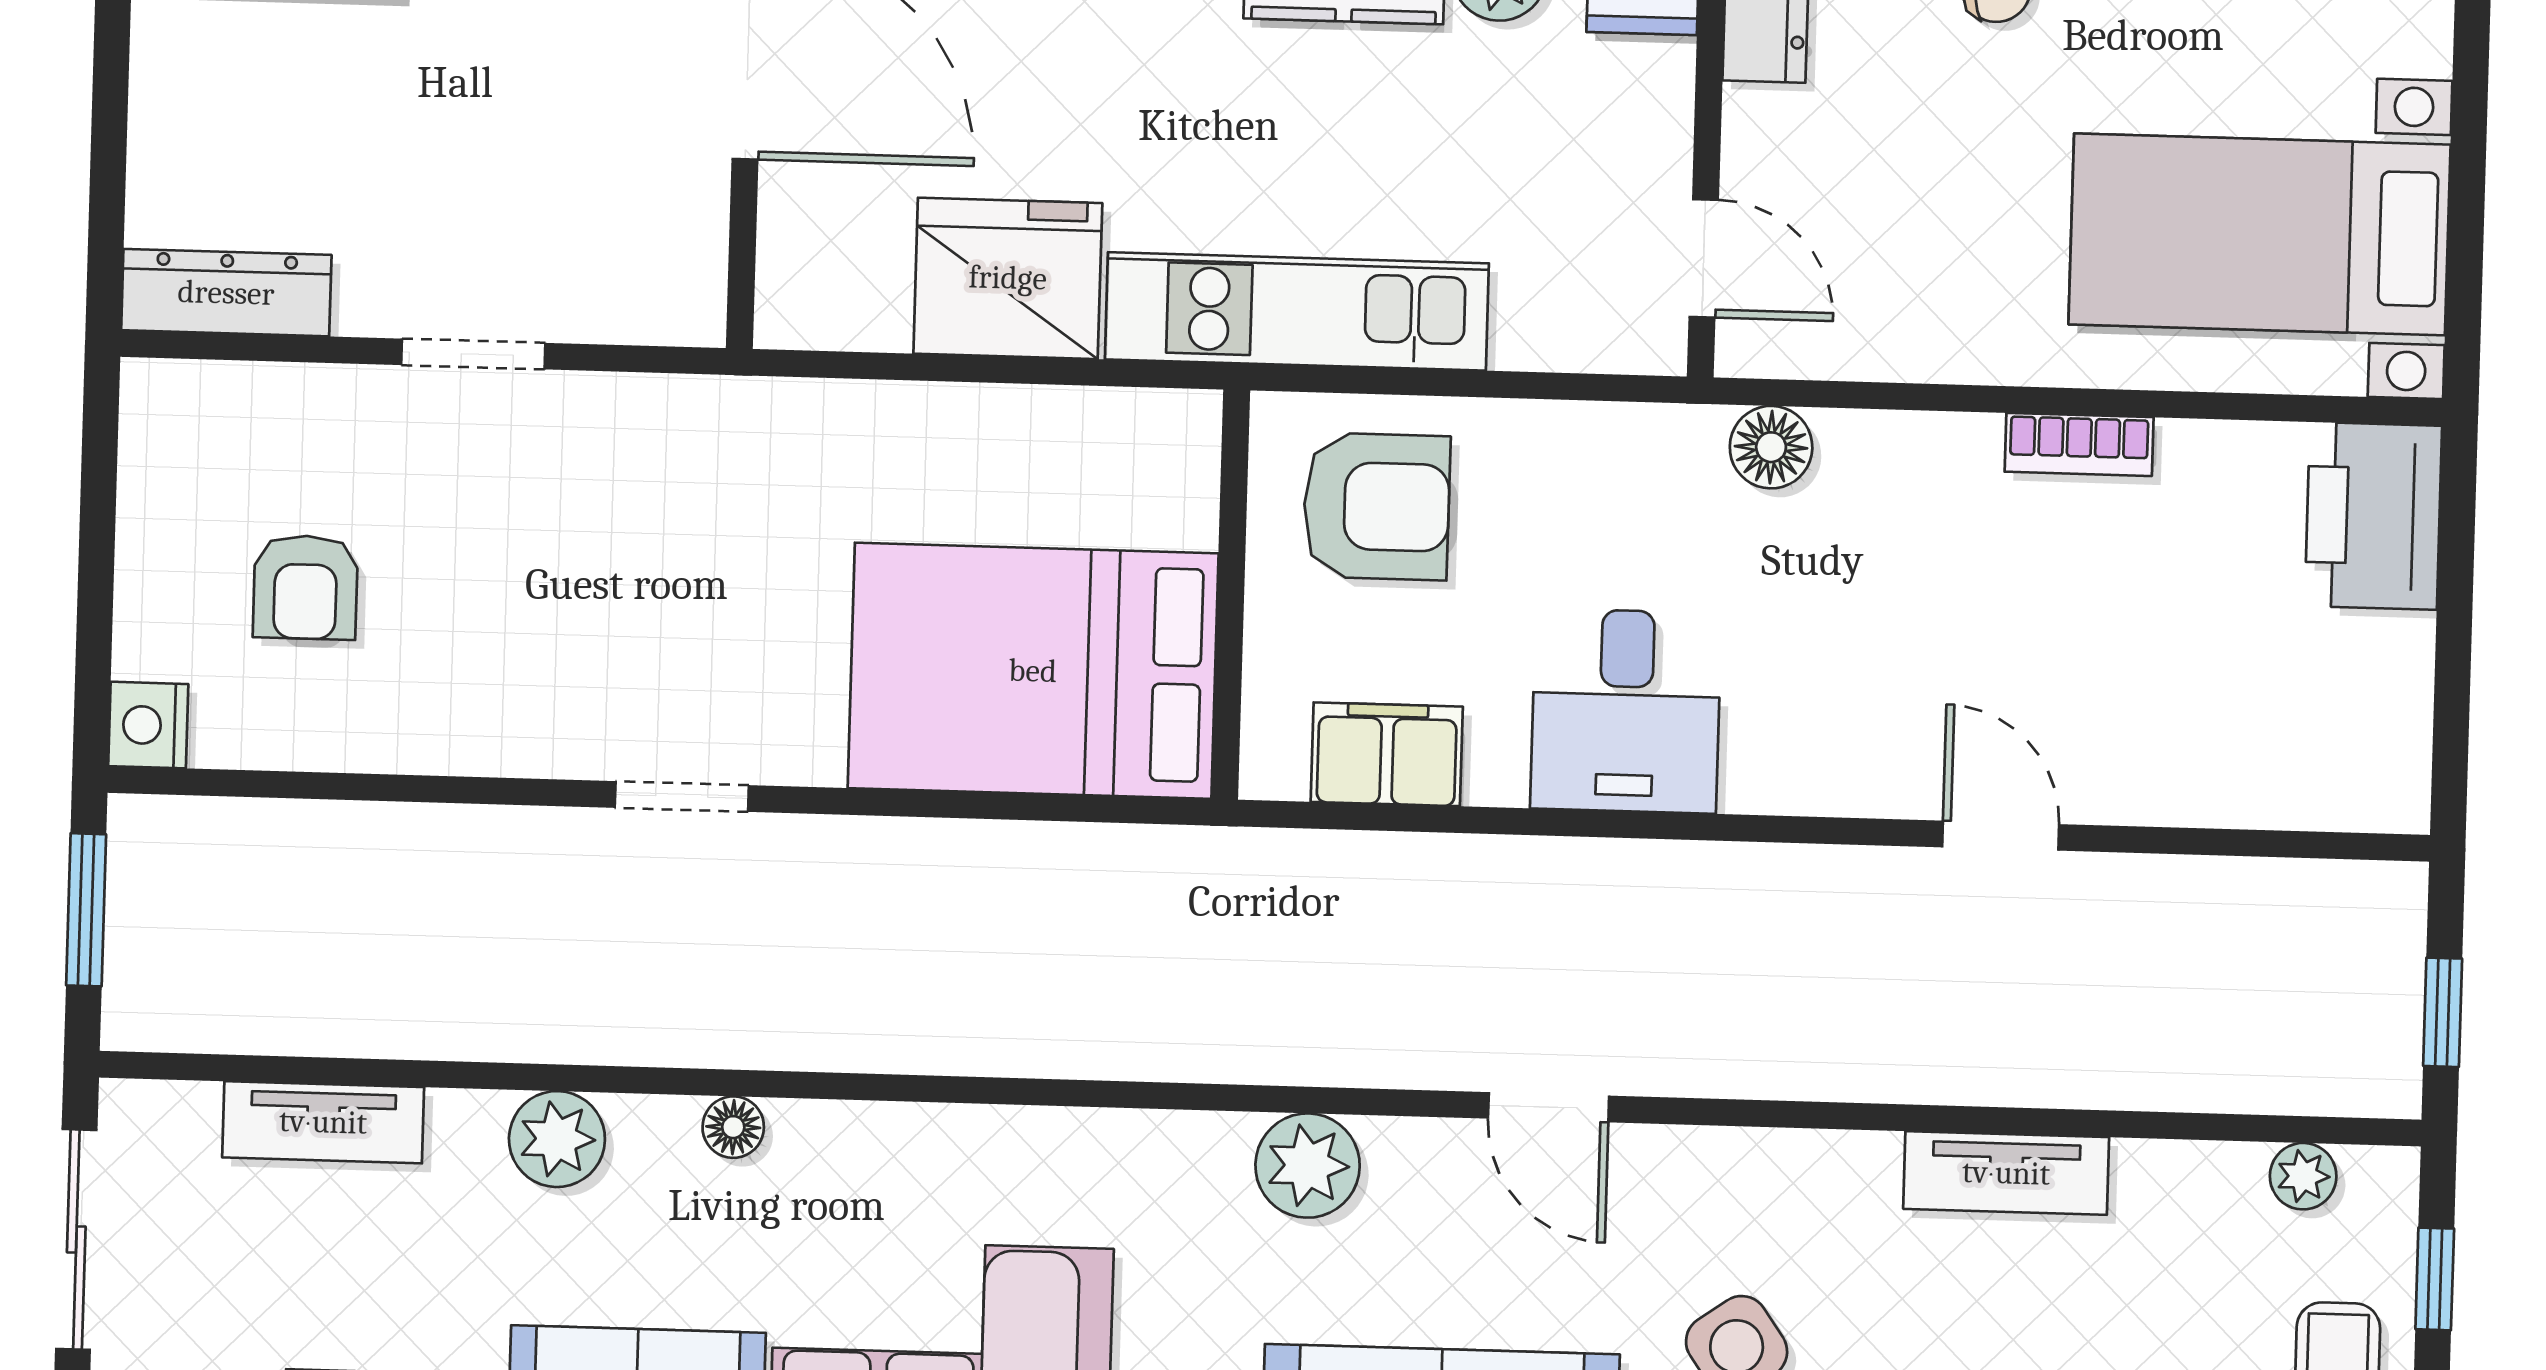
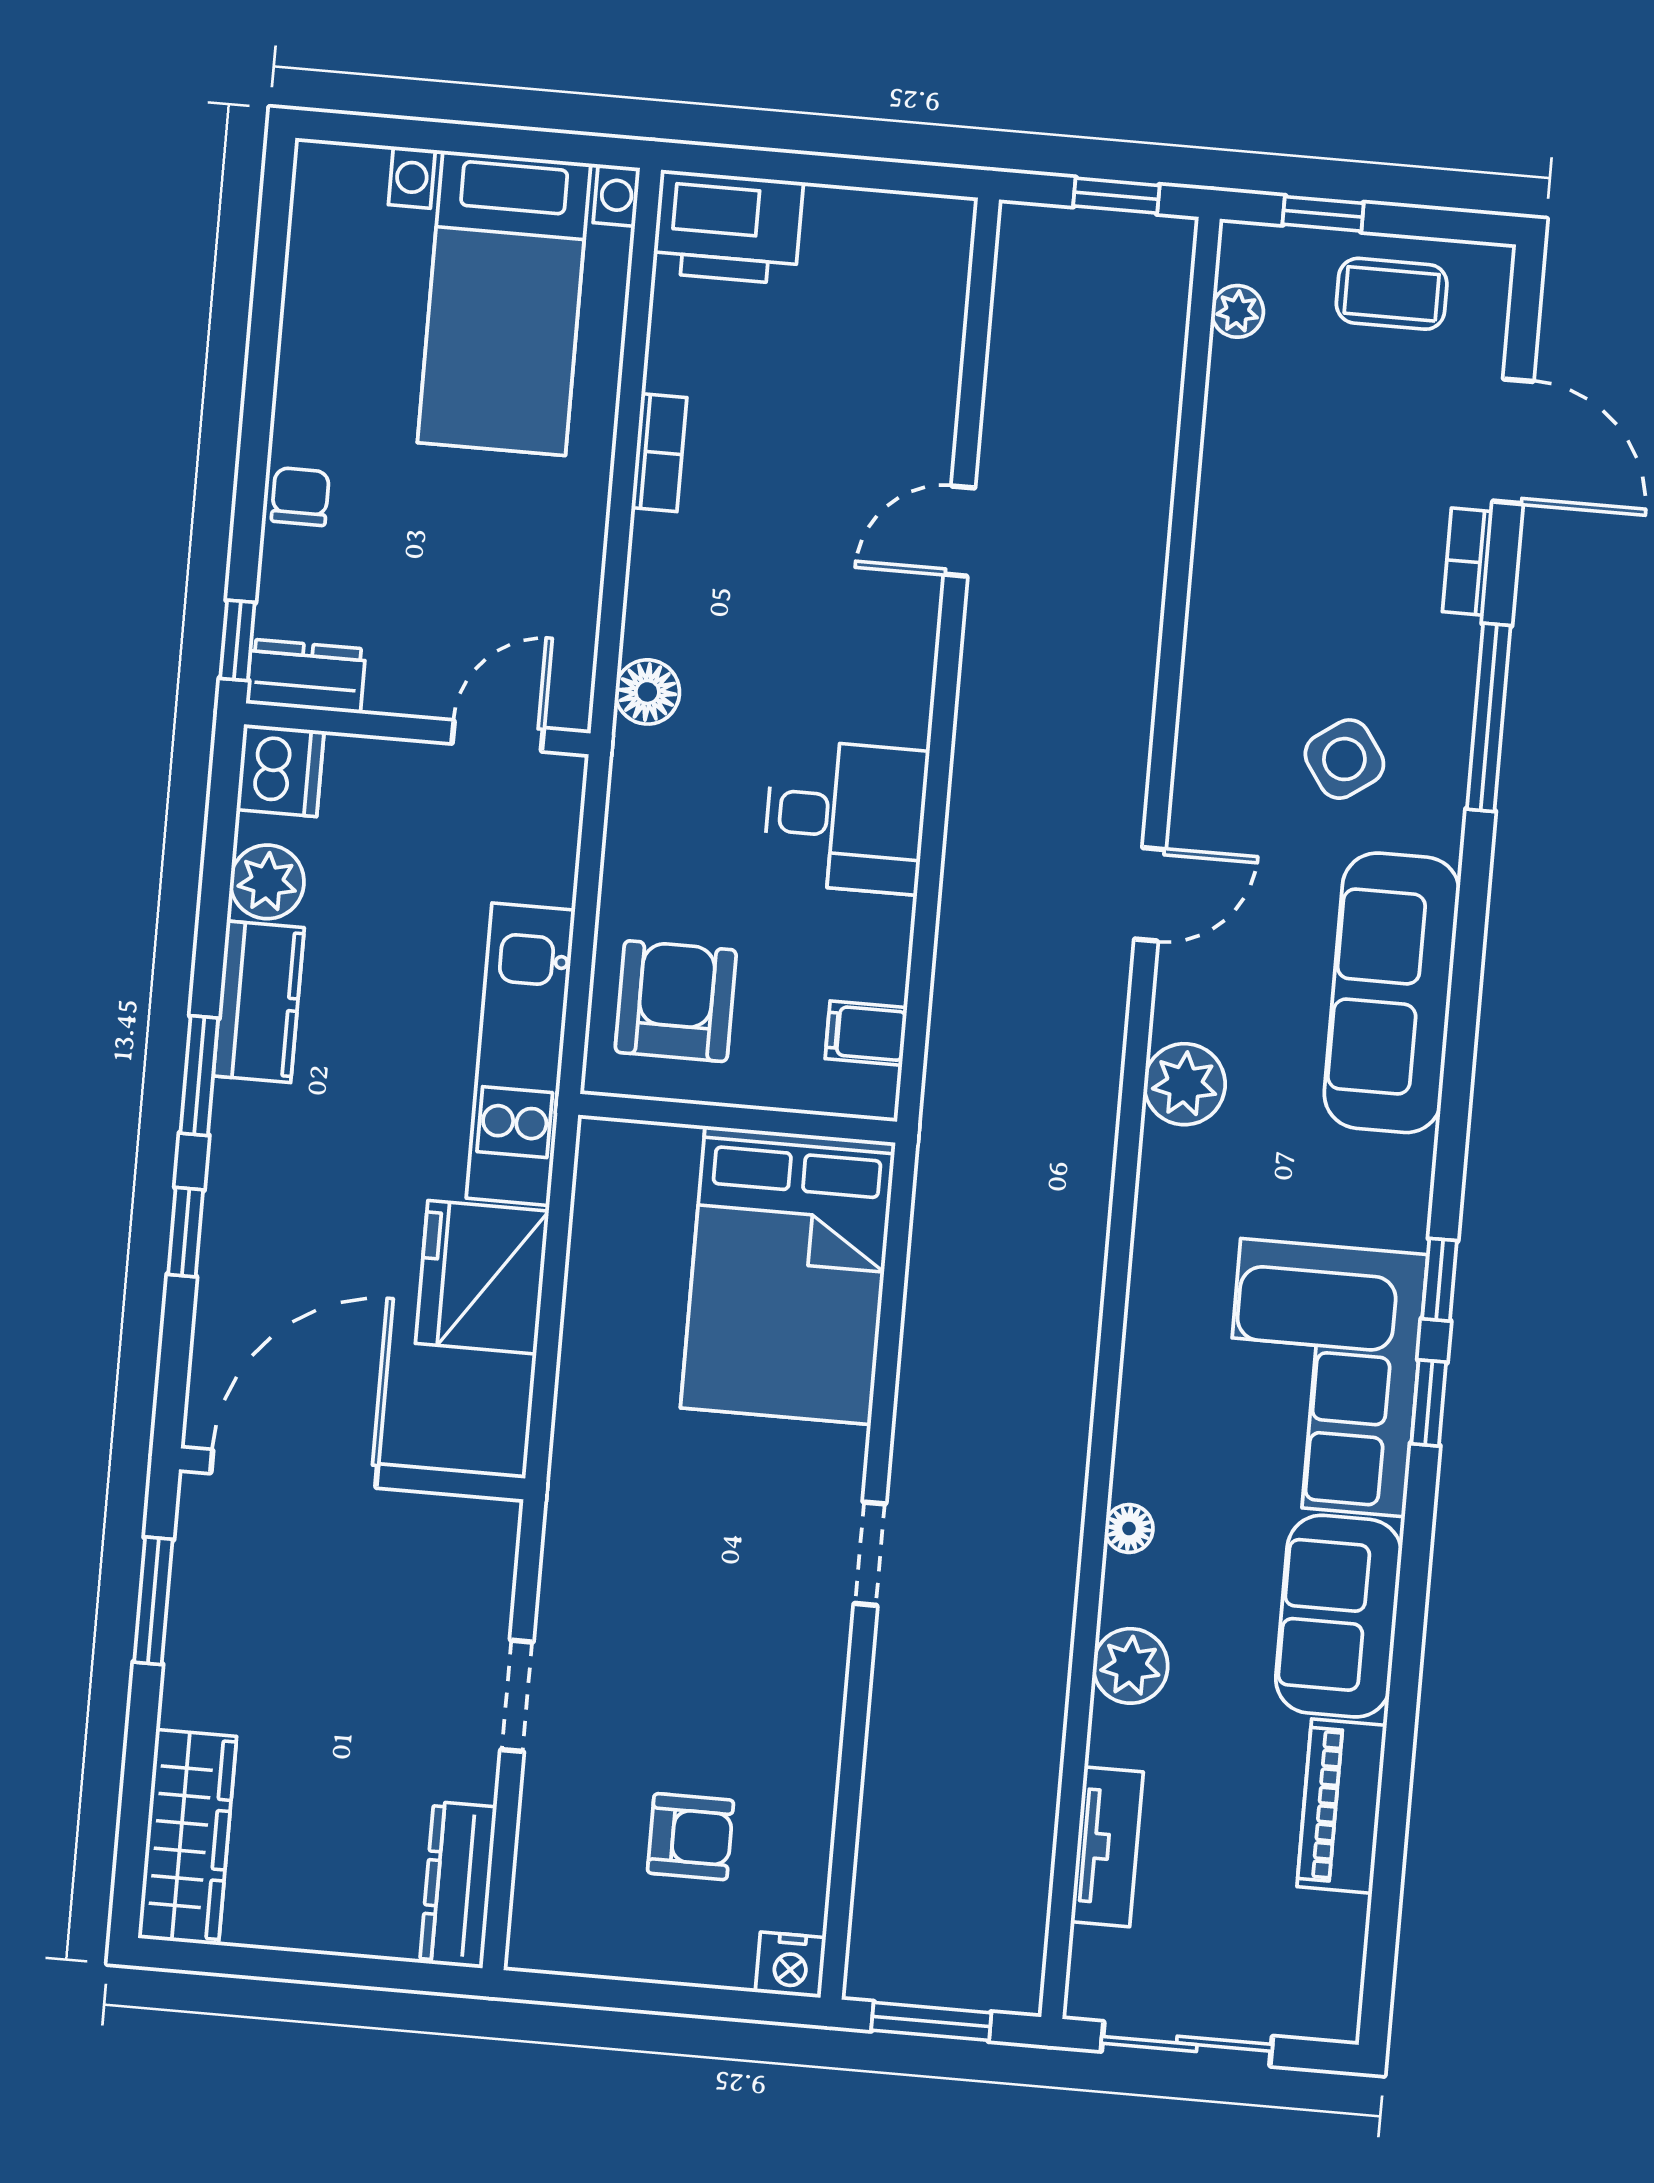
filing cabinet: (1387, 754) -> (866, 1033), width x0.50
tv unit: (2006, 1173) -> (1222, 542), removed

